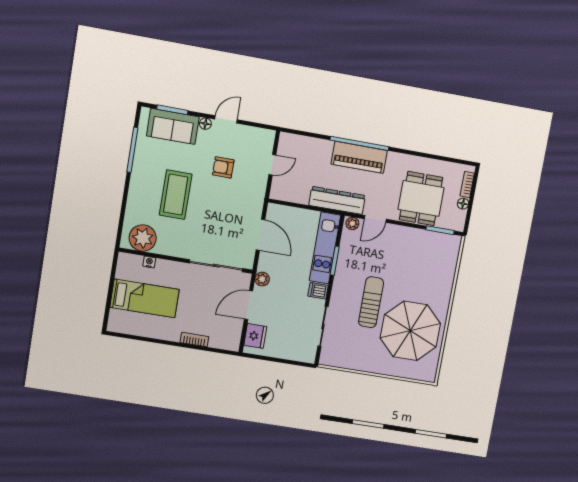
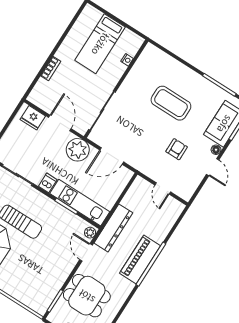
plant: (143, 238) -> (148, 63), removed
plant: (262, 279) -> (78, 150), width x1.88, depth x1.88

